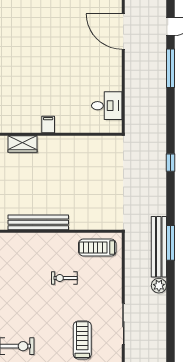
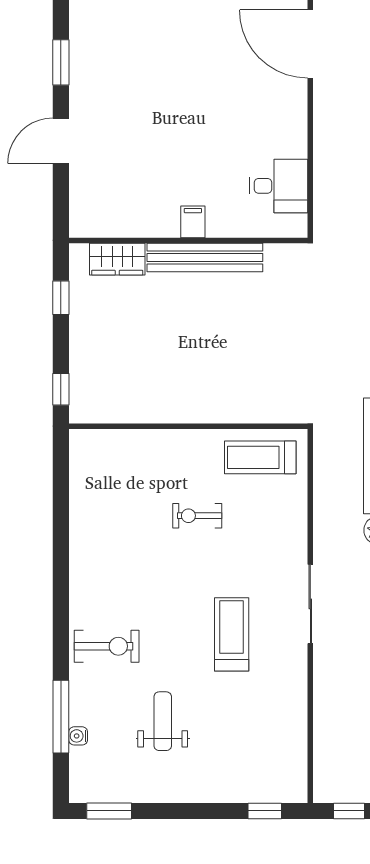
filing cabinet: (48, 124) -> (193, 222), moved
bench: (38, 222) -> (205, 257), moved

